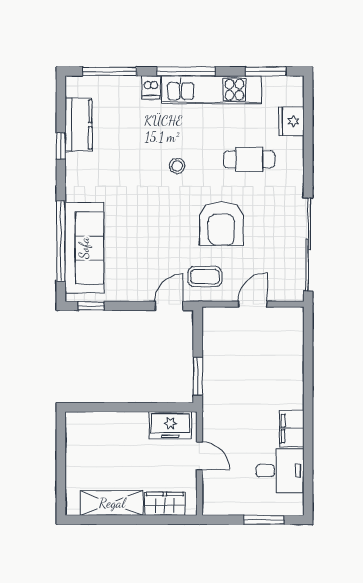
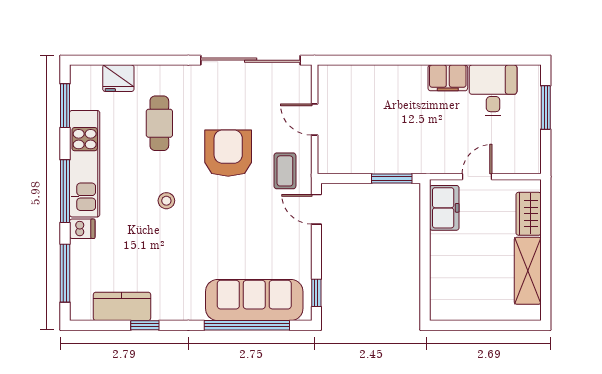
armchair: (221, 224) -> (228, 153), turned -90

